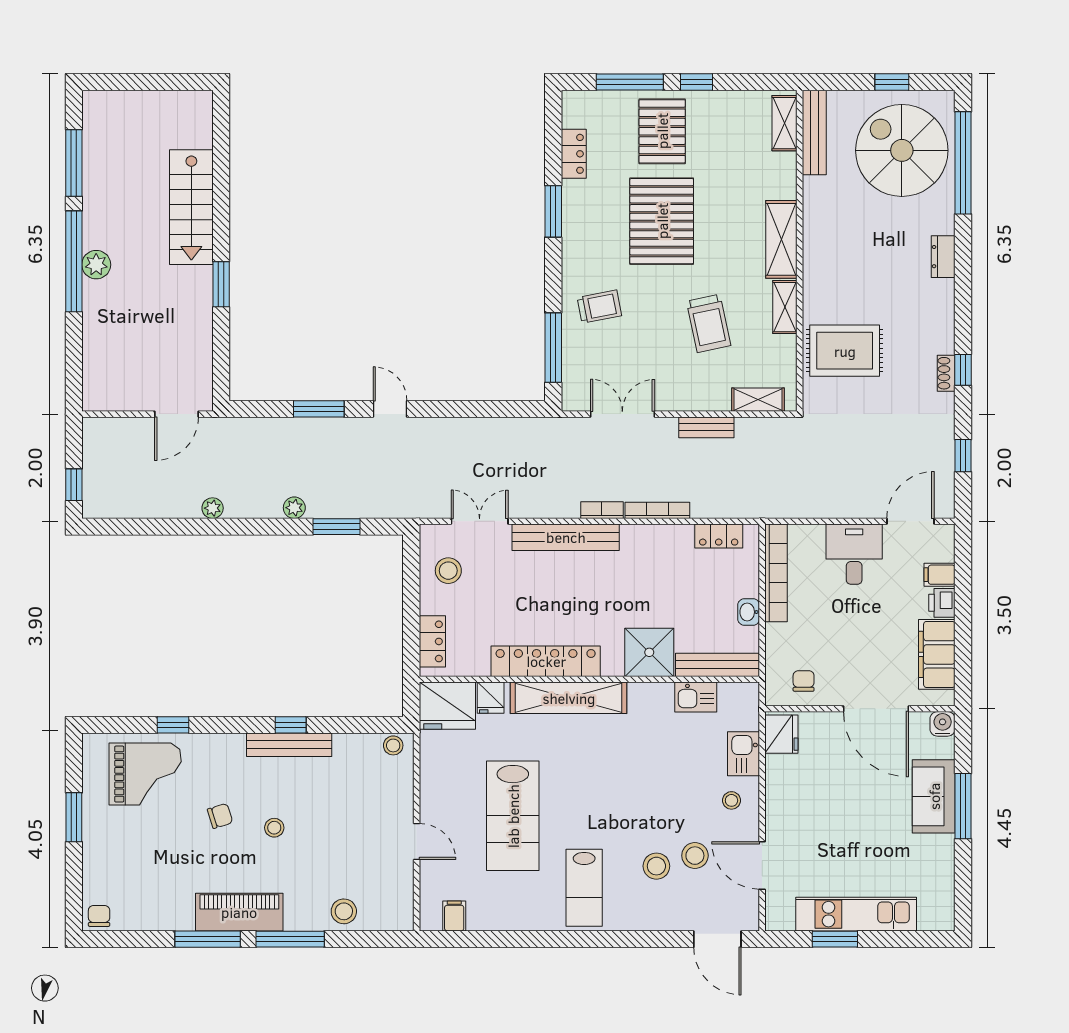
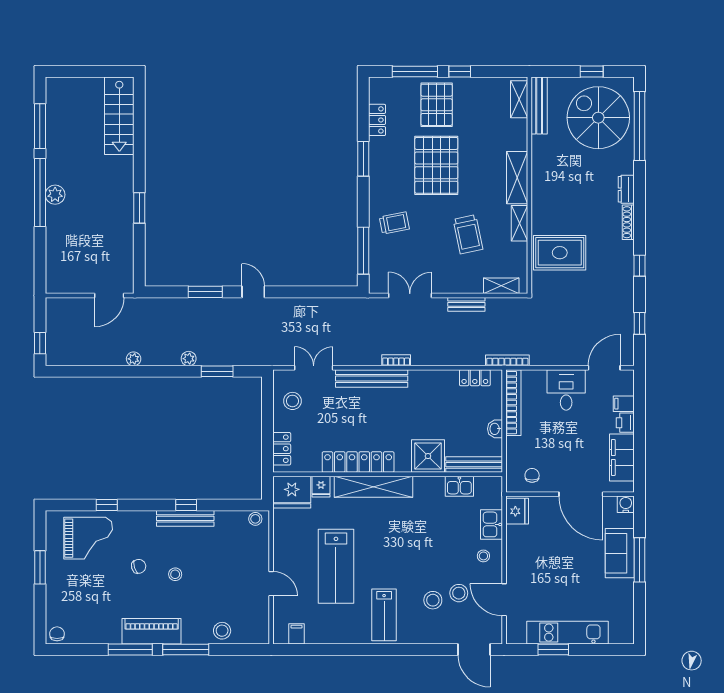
stairs: (191, 207) -> (119, 116), moved
shoe rack: (946, 373) -> (628, 222), moved, width x1.43
bookcase: (657, 510) -> (507, 360), moved

